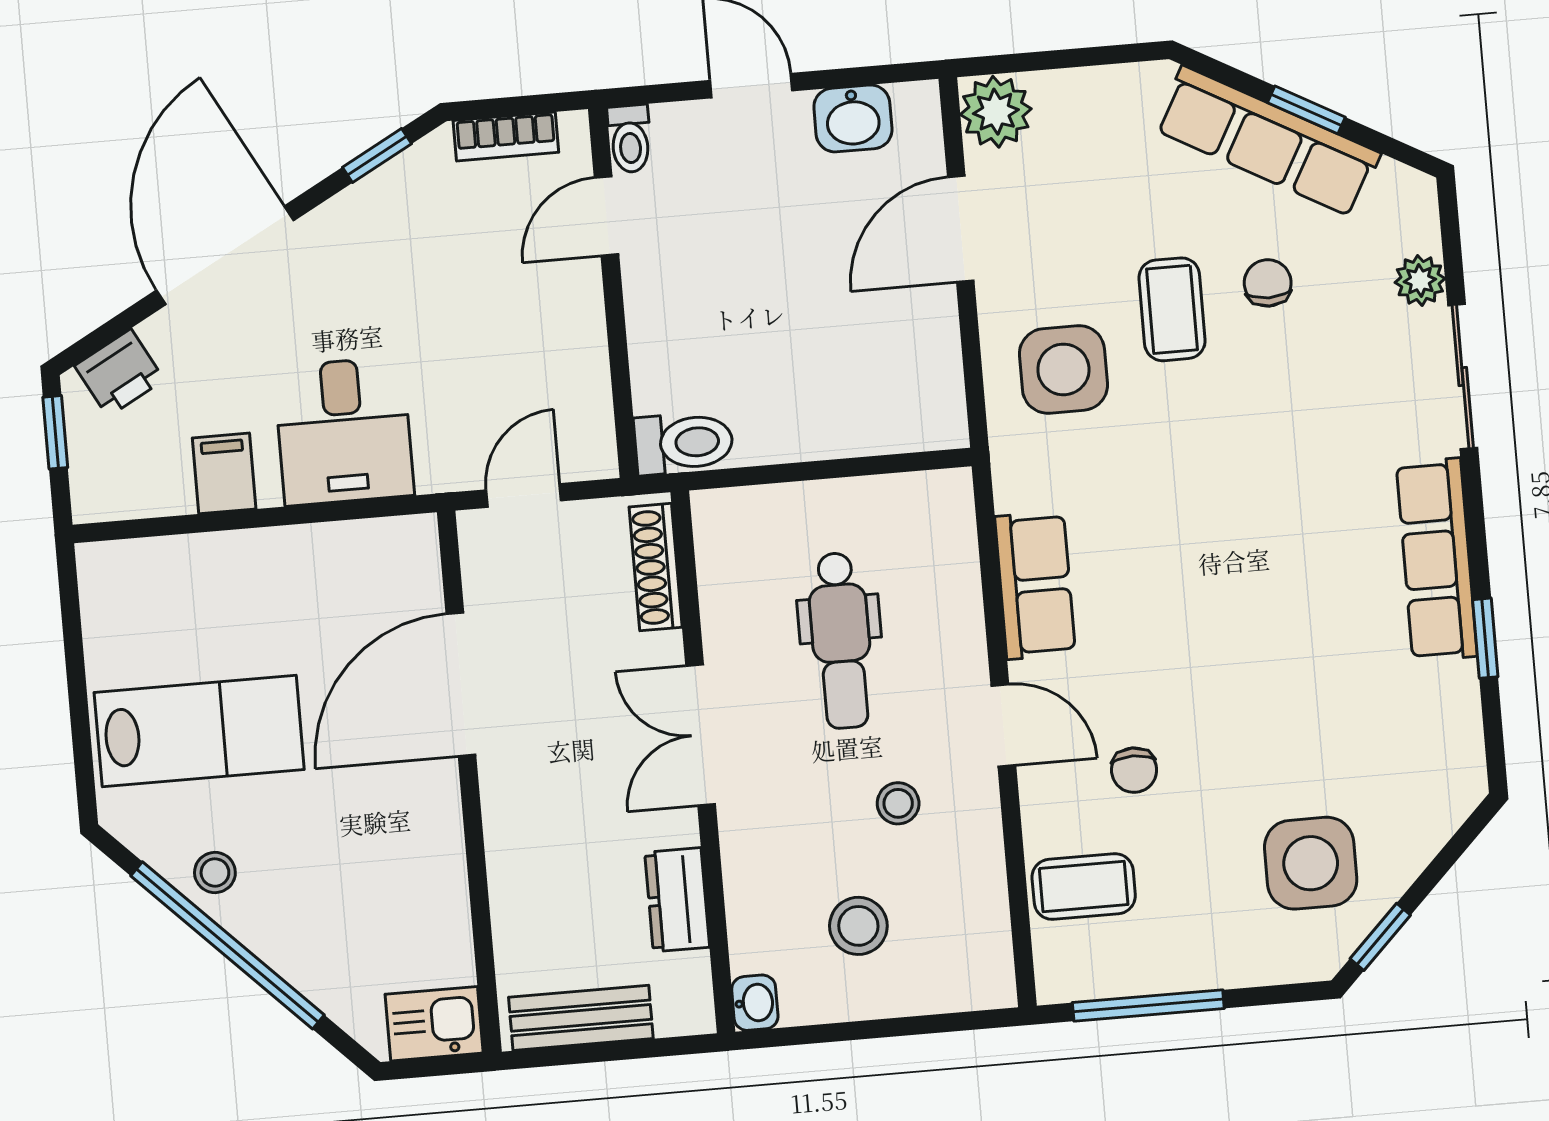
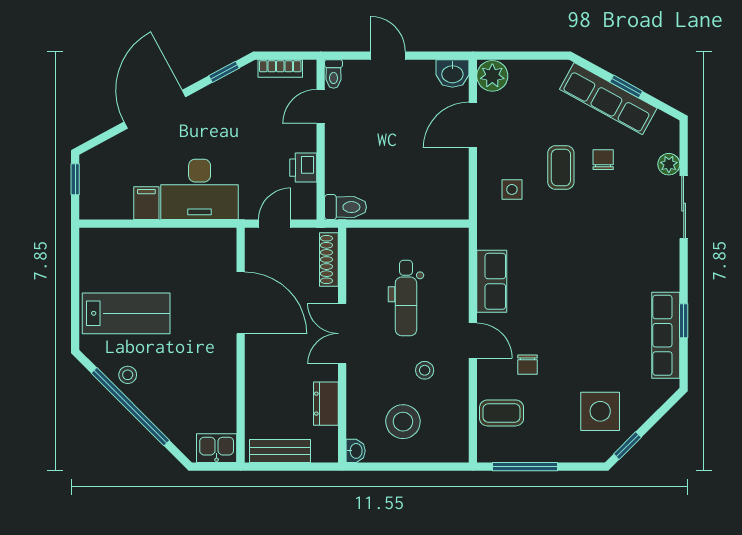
washbasin: (853, 118) -> (452, 73), moved
side table: (1063, 369) -> (512, 189), width x0.54, depth x0.54
printer: (119, 373) -> (303, 168), moved, turned 118
desk: (344, 431) -> (200, 189), width x1.37
row of seats: (1437, 560) -> (666, 335), moved
door: (461, 684) -> (241, 303), swing flipped
stool: (858, 926) -> (403, 422), width x1.38, depth x1.38

